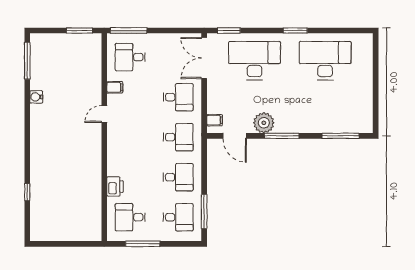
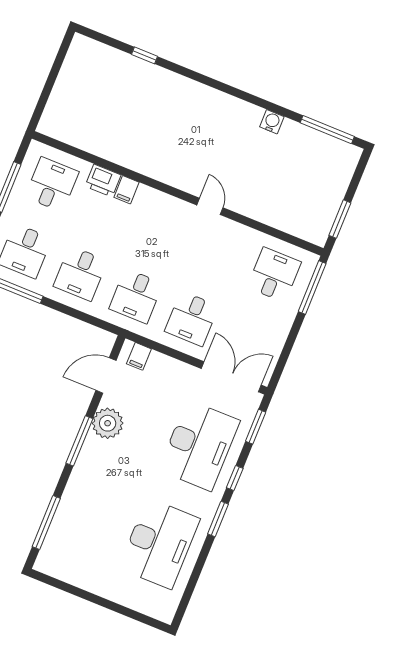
window: (266, 30) -> (235, 478), added
filing cabinet: (115, 87) -> (127, 190), moved

